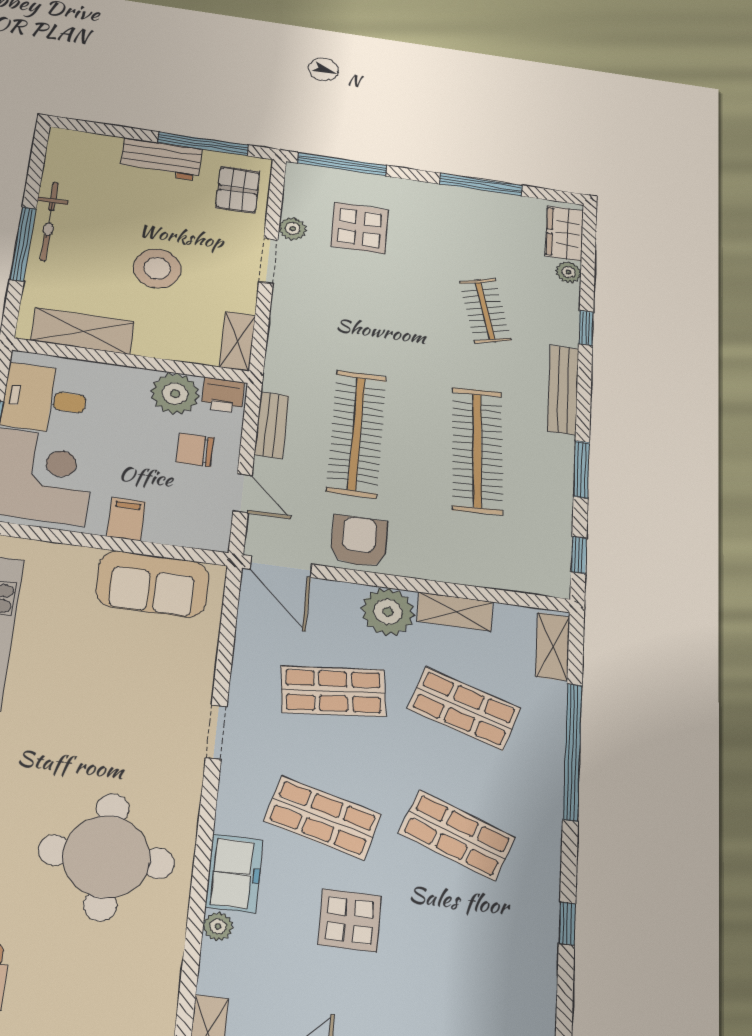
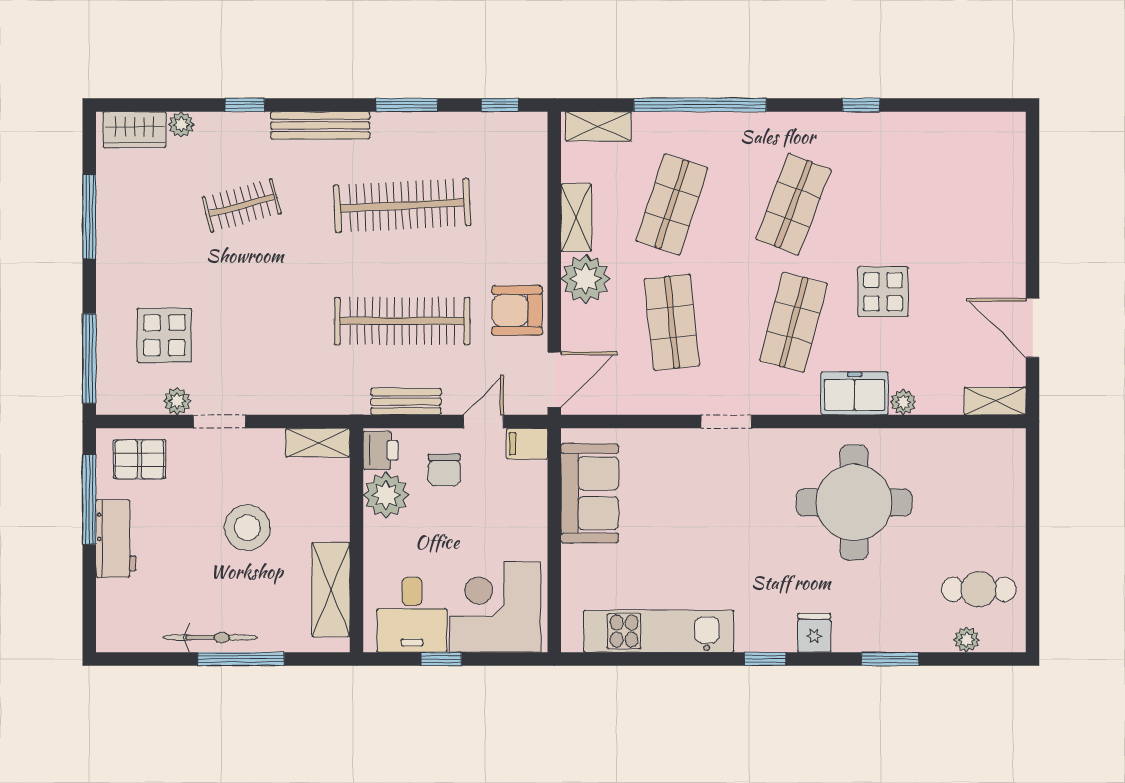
filing cabinet: (126, 519) -> (527, 444), moved

